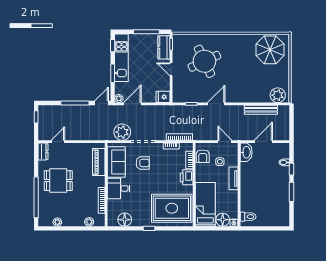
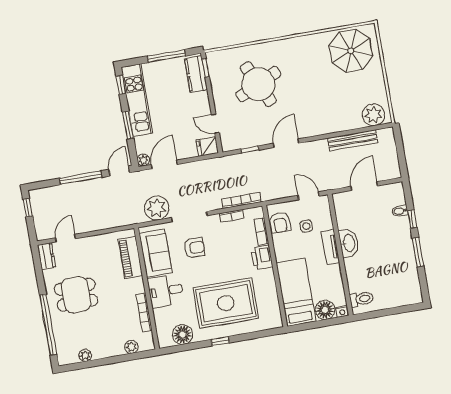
door: (171, 69) -> (215, 124), moved
washbasin: (246, 152) -> (349, 243), moved
rug: (172, 208) -> (226, 303), moved

